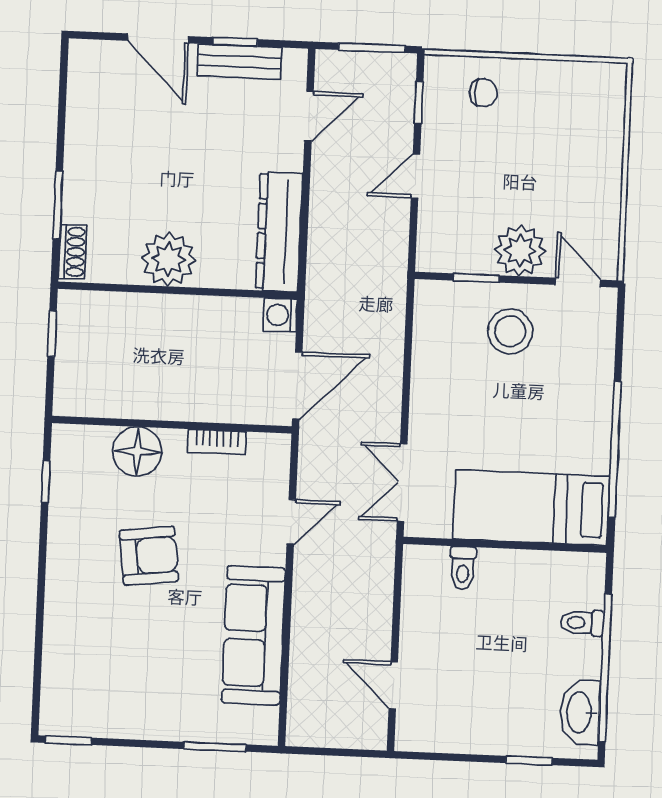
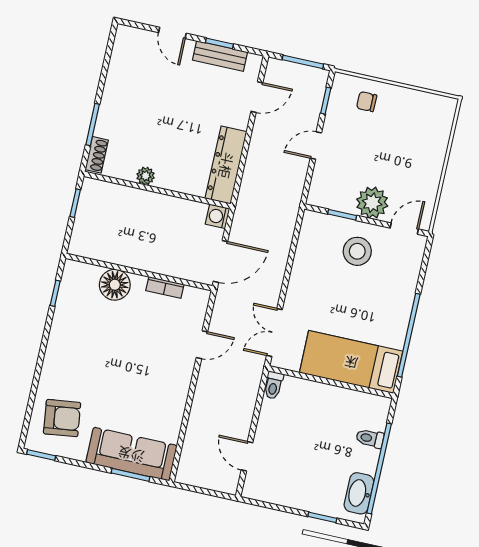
door: (158, 38) -> (172, 33), width x0.73
chair: (483, 93) -> (367, 102), turned 180
plant: (169, 259) -> (146, 176), width x0.53, depth x0.53
door: (578, 282) -> (404, 229), hinge flipped
armchair: (149, 556) -> (62, 418), moved
toilet: (463, 568) -> (273, 385), moved
sofa: (253, 635) -> (131, 454), moved, turned 90

